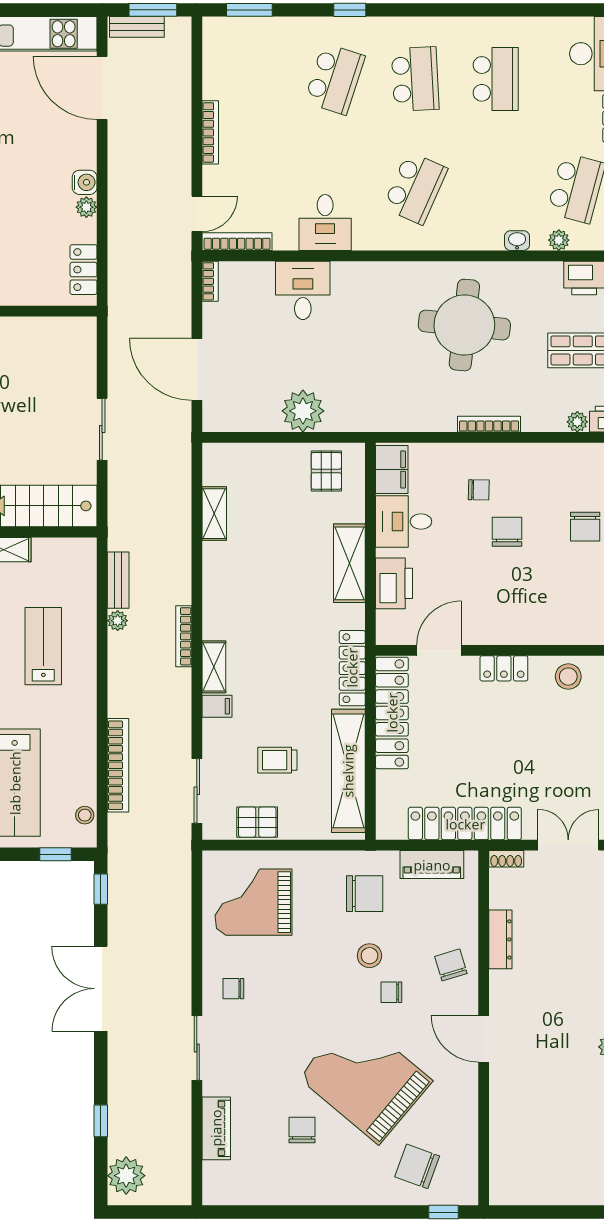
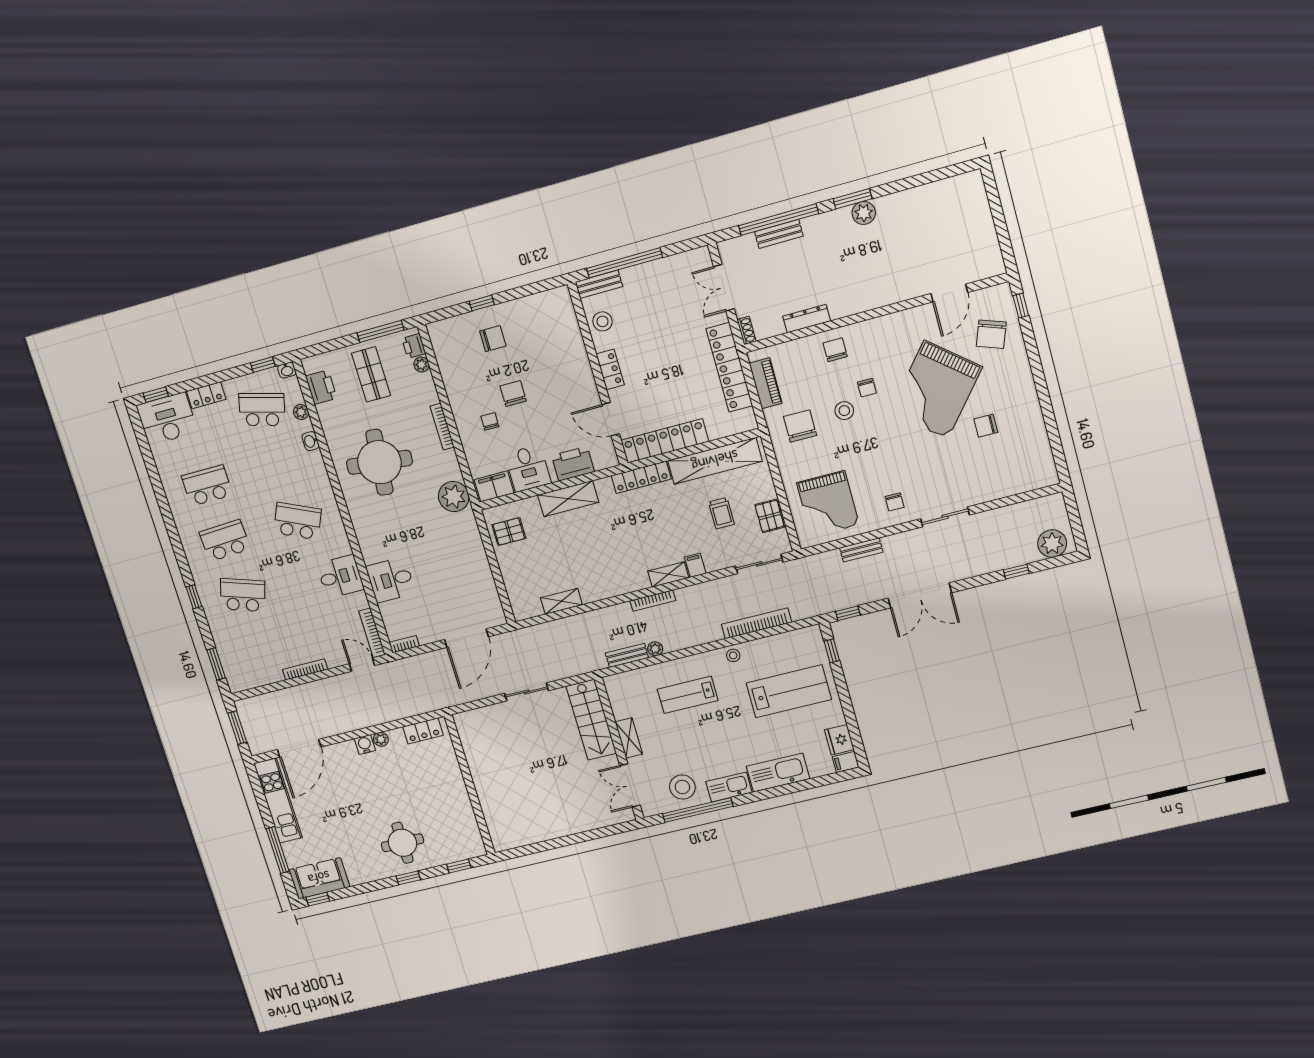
bench: (137, 27) -> (861, 550), moved, turned 90
plant: (303, 411) -> (454, 497), moved
chair: (507, 532) -> (513, 394), turned 90
stool: (85, 815) -> (733, 655), moved
chair: (451, 965) -> (835, 350), turned 107
door: (484, 1039) -> (949, 293), moved
piano: (216, 1128) -> (1001, 488), removed

